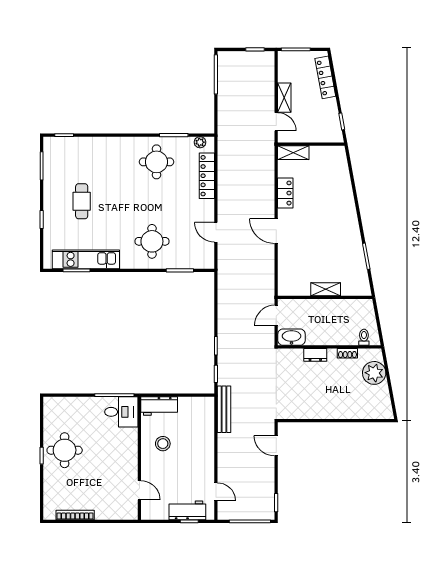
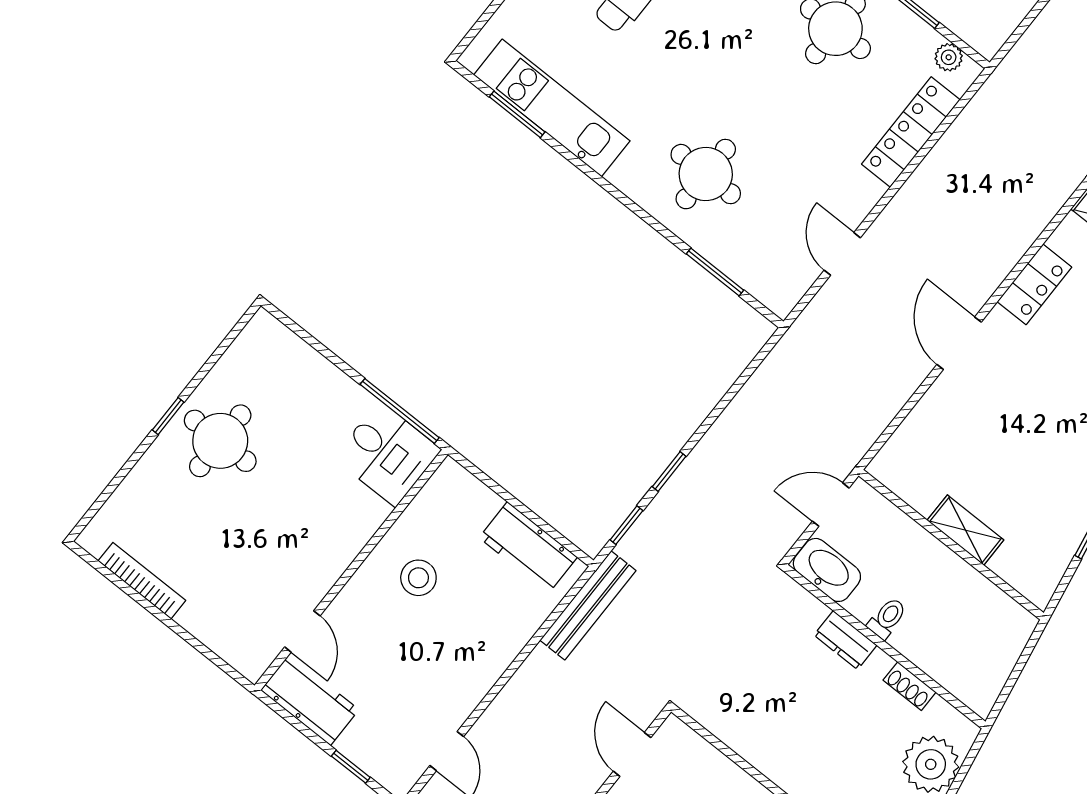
toilet: (364, 337) -> (887, 618), moved
workbench: (159, 406) -> (528, 547), moved
workbench: (187, 510) -> (310, 700), moved

